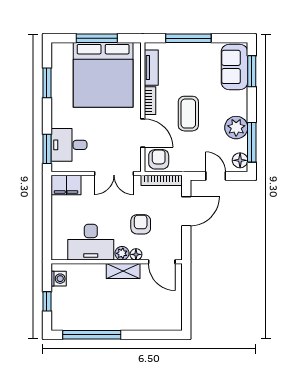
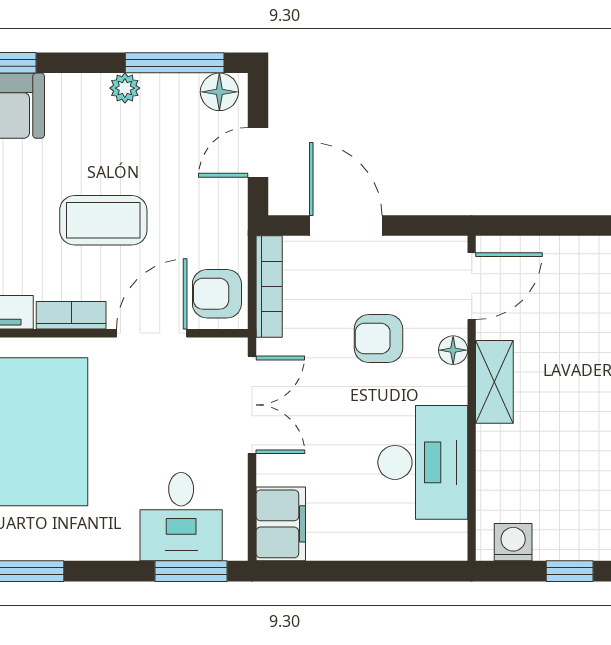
plant: (236, 128) -> (125, 88), width x0.53, depth x0.53
plant: (122, 253) -> (450, 385), removed

